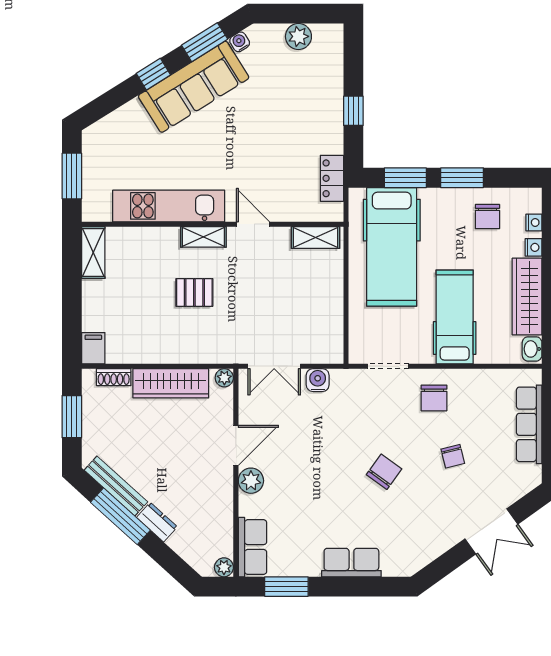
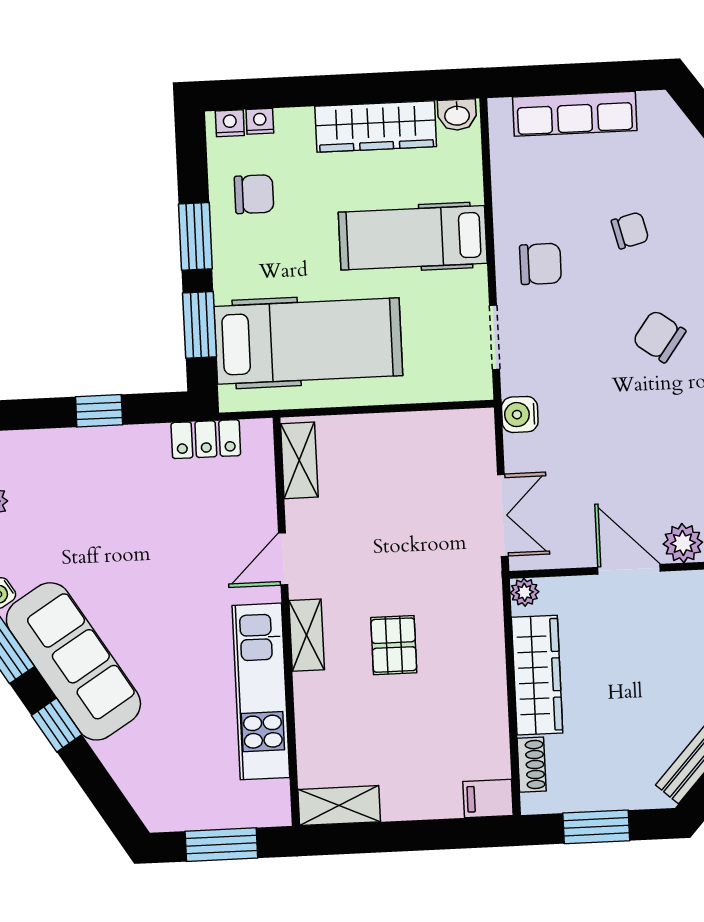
nightstand: (534, 247) -> (230, 123), moved
water cooler: (318, 380) -> (520, 414), moved

